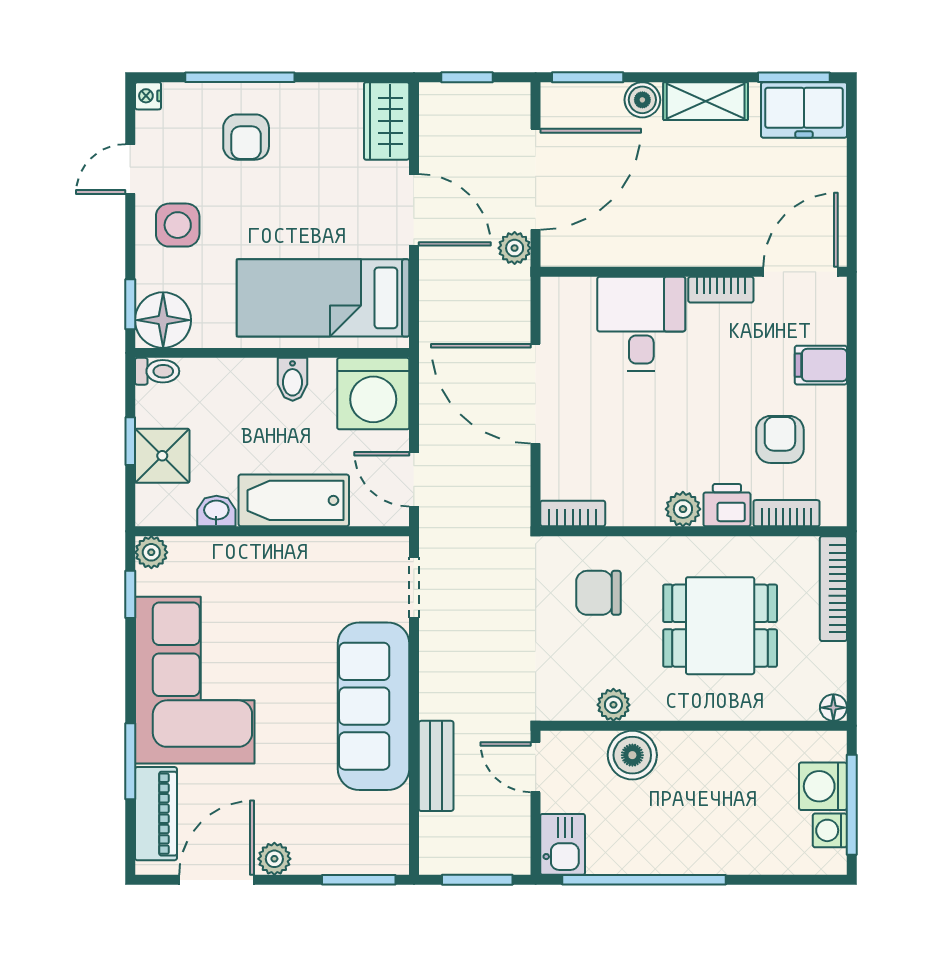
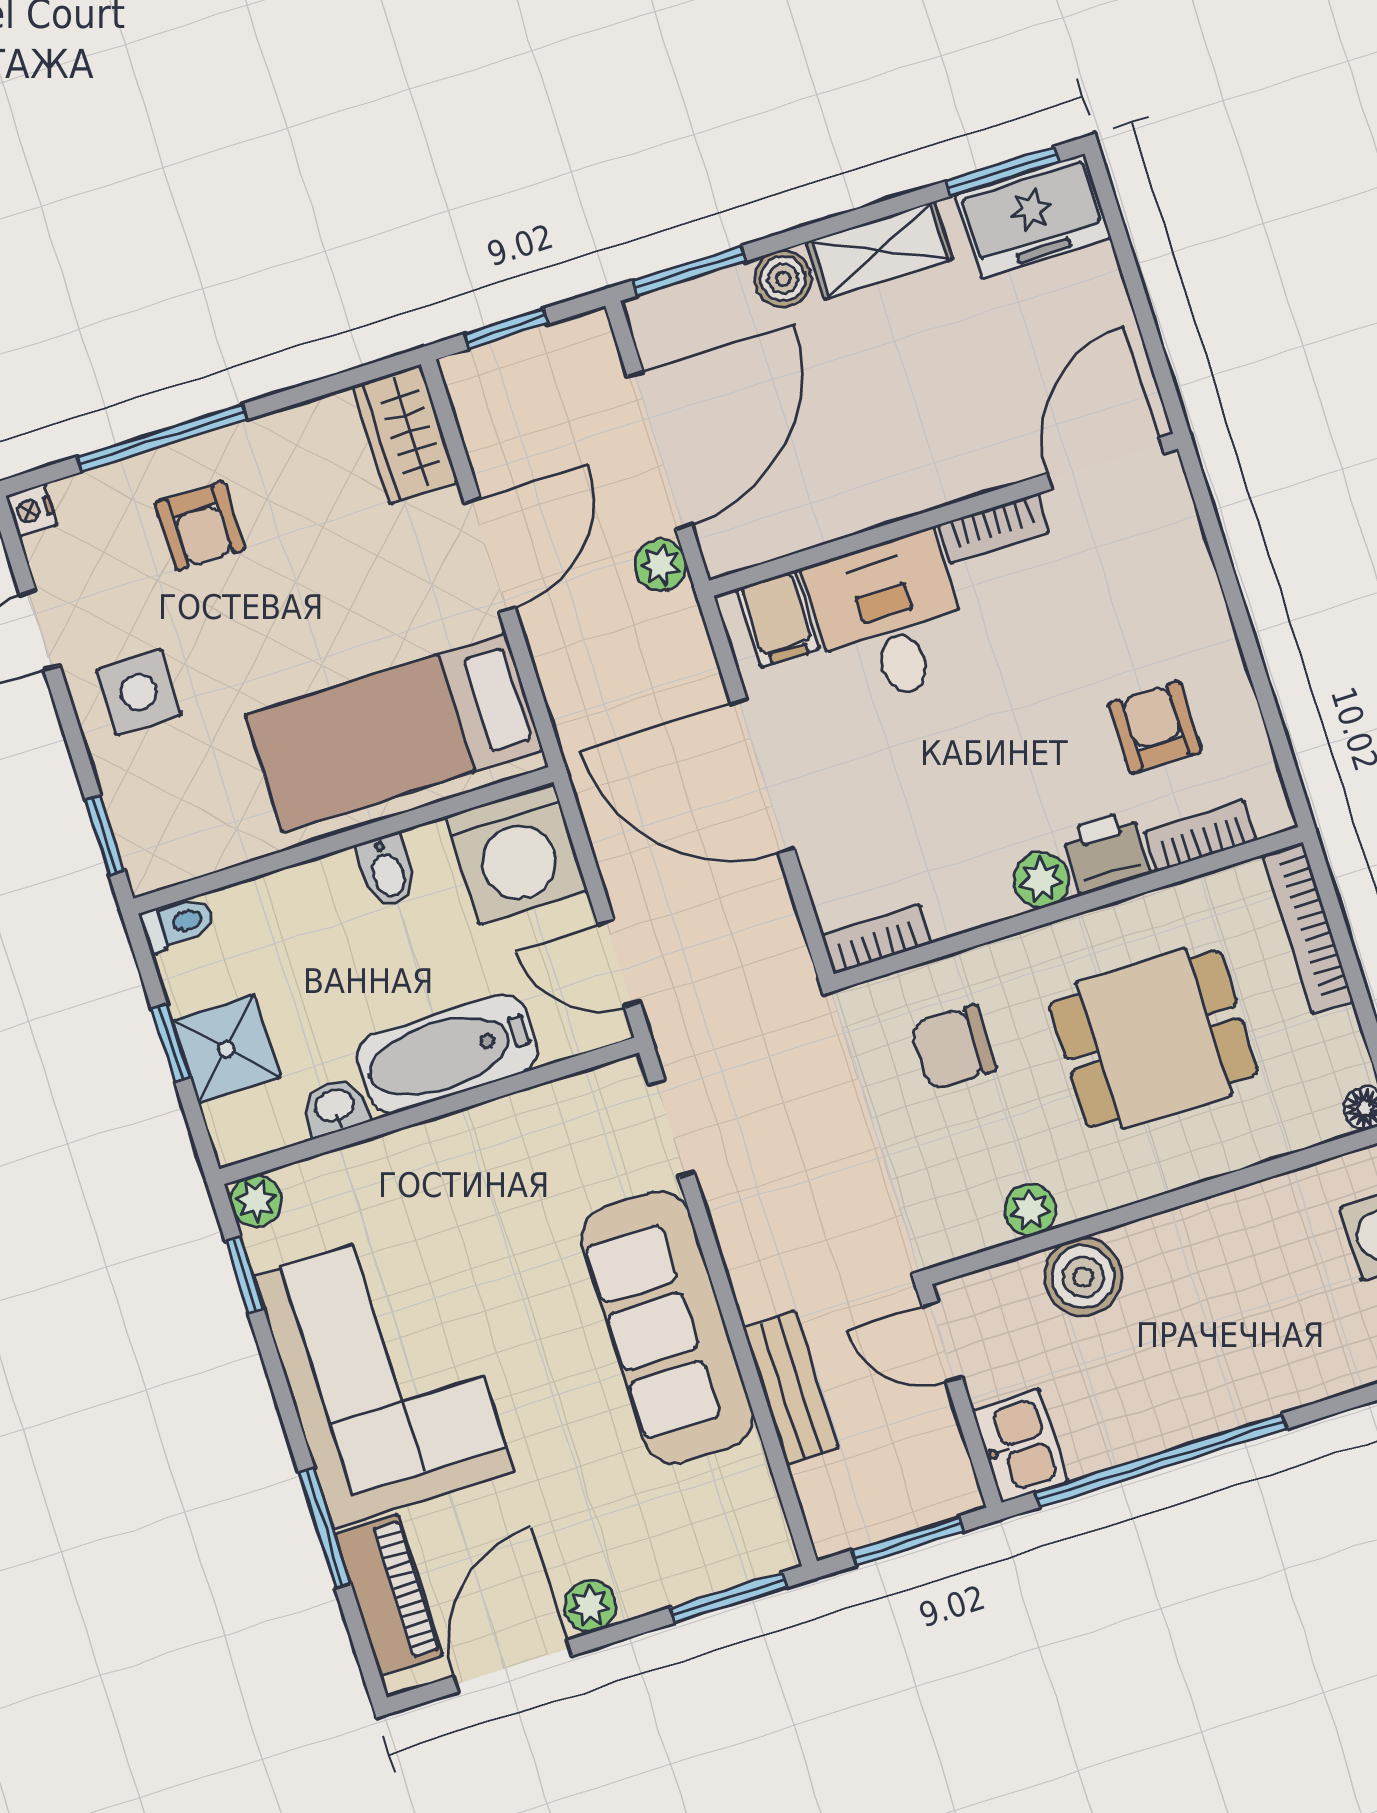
door: (414, 210) -> (490, 555), hinge flipped
floor lamp: (163, 320) -> (162, 843), removed
filing cabinet: (821, 365) -> (778, 619), moved, turned -90

